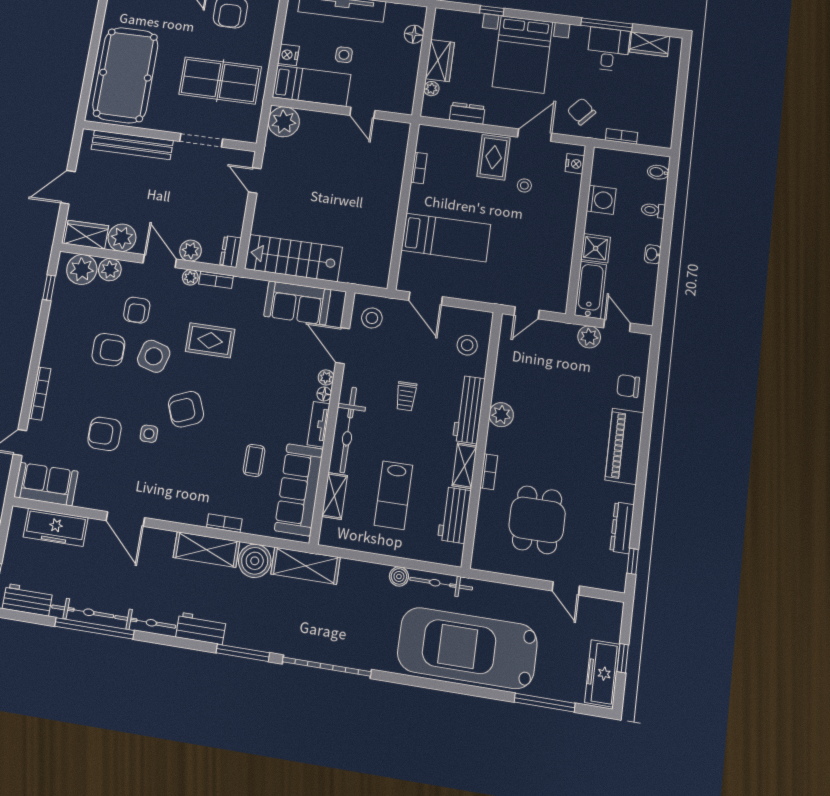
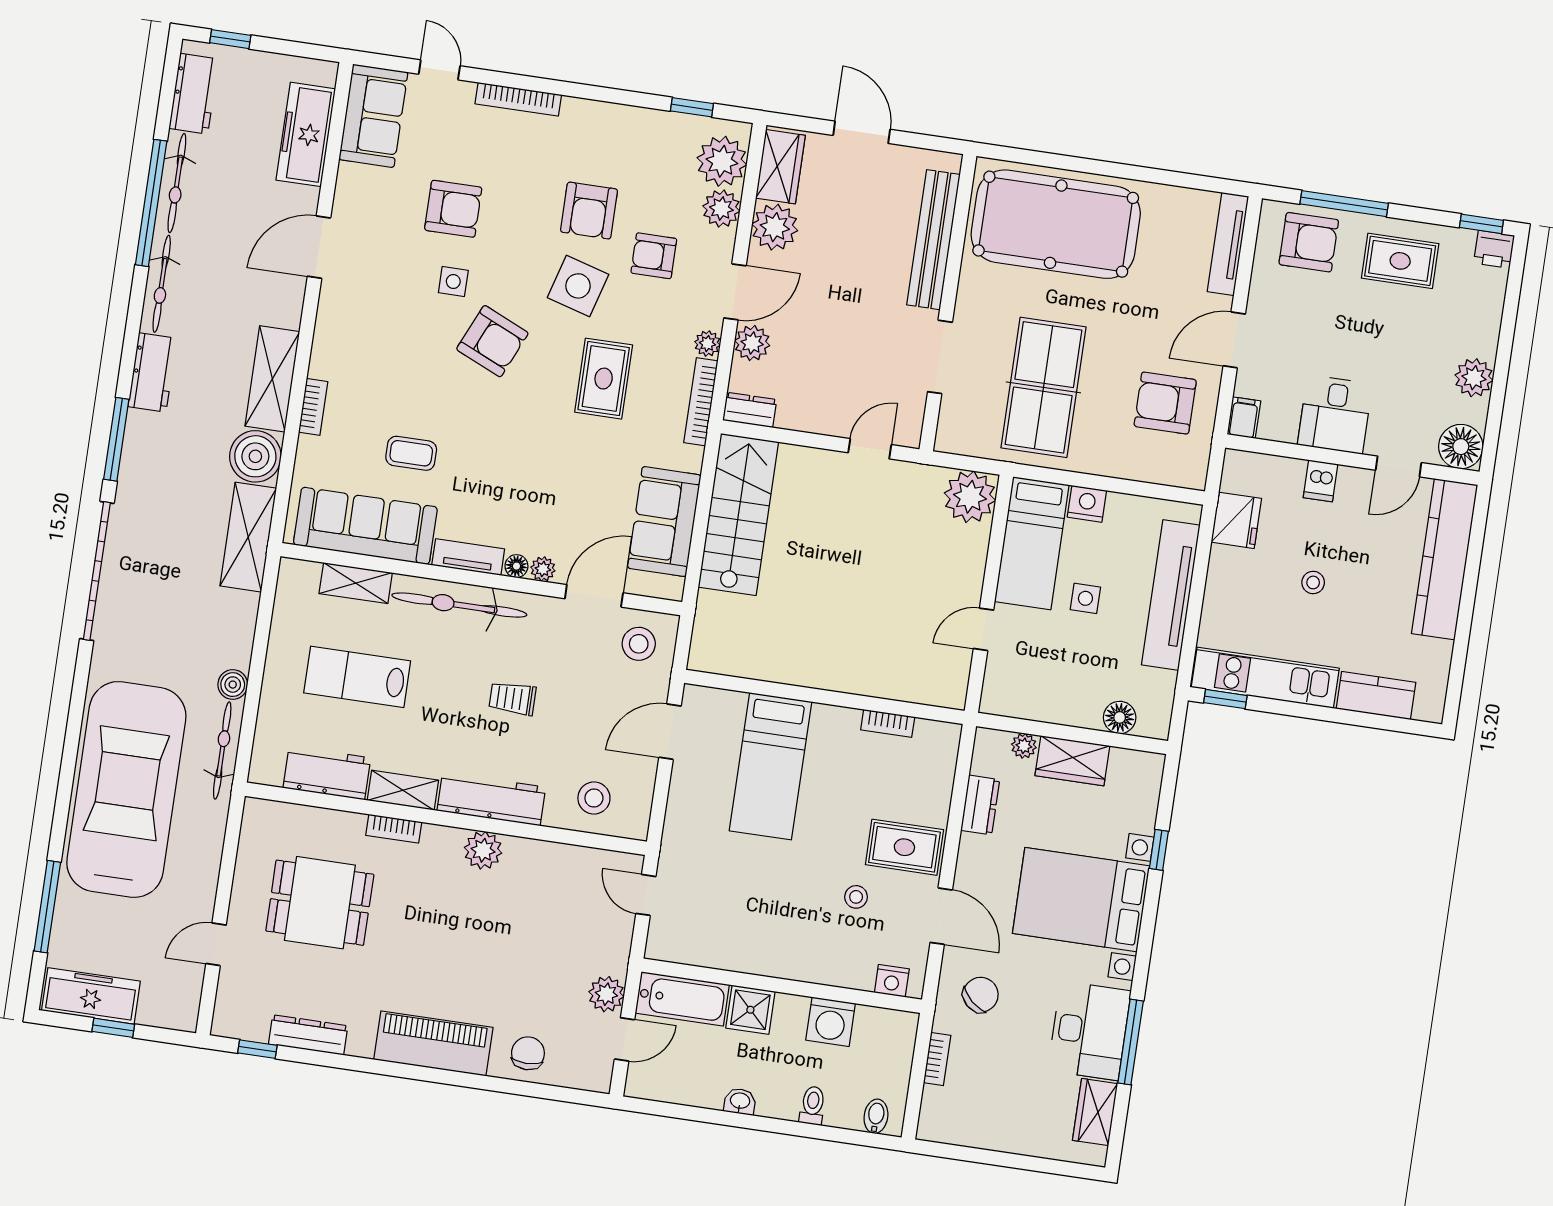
desk: (608, 49) -> (1089, 1031), width x1.37
bookcase: (216, 280) -> (701, 402), width x1.56
armchair: (186, 409) -> (492, 341), turned 136
armchair: (105, 434) -> (453, 209), turned 90

